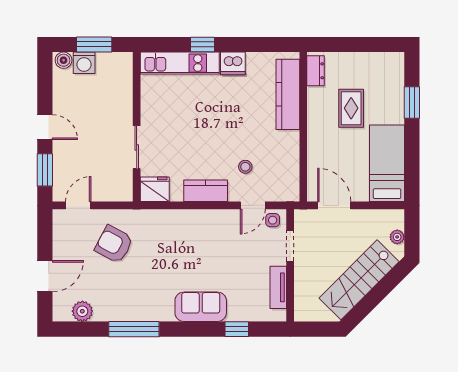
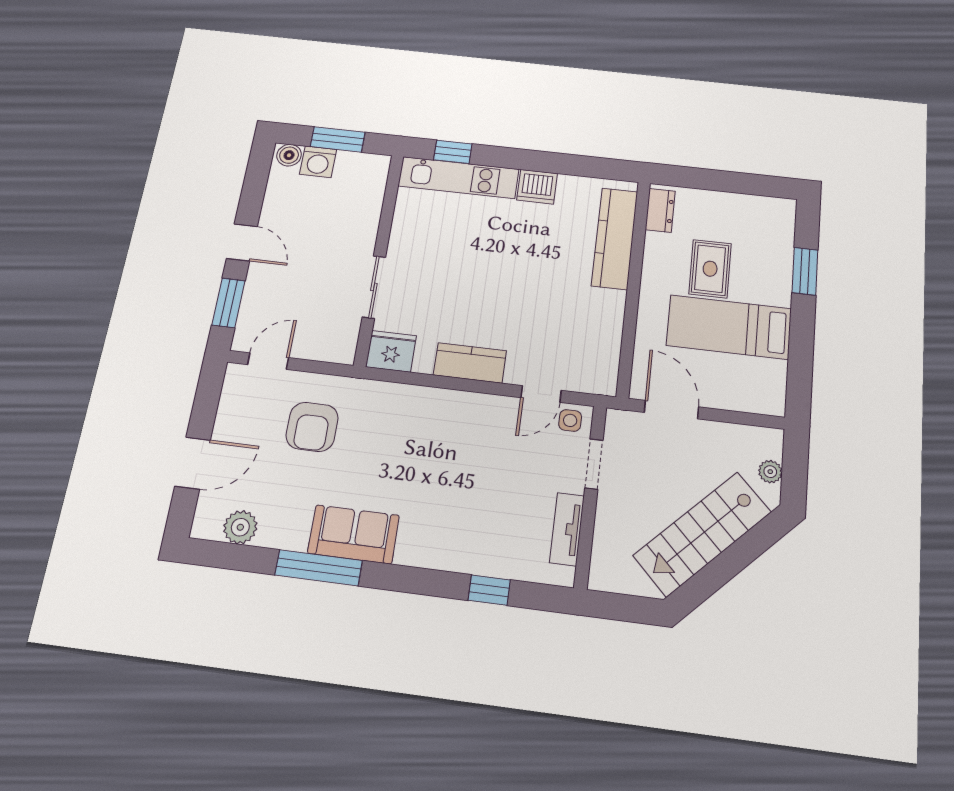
window: (203, 44) -> (453, 152), moved
bed: (387, 163) -> (729, 327), moved, turned -90
stool: (245, 167) -> (537, 334), removed
armchair: (114, 244) -> (312, 427), turned -118
sofa: (201, 307) -> (354, 534), moved

